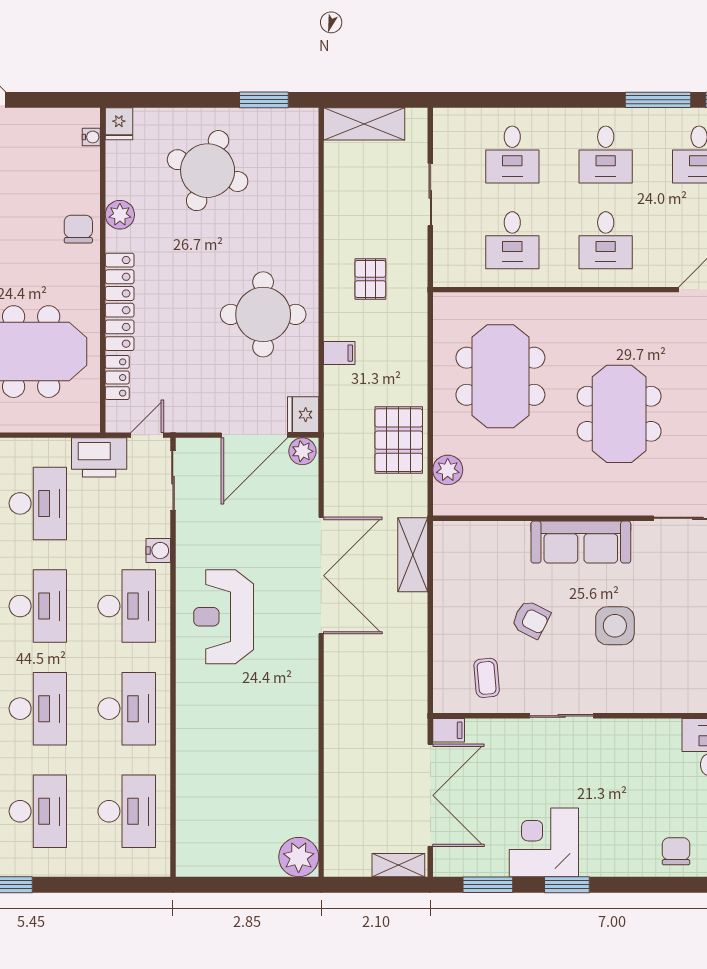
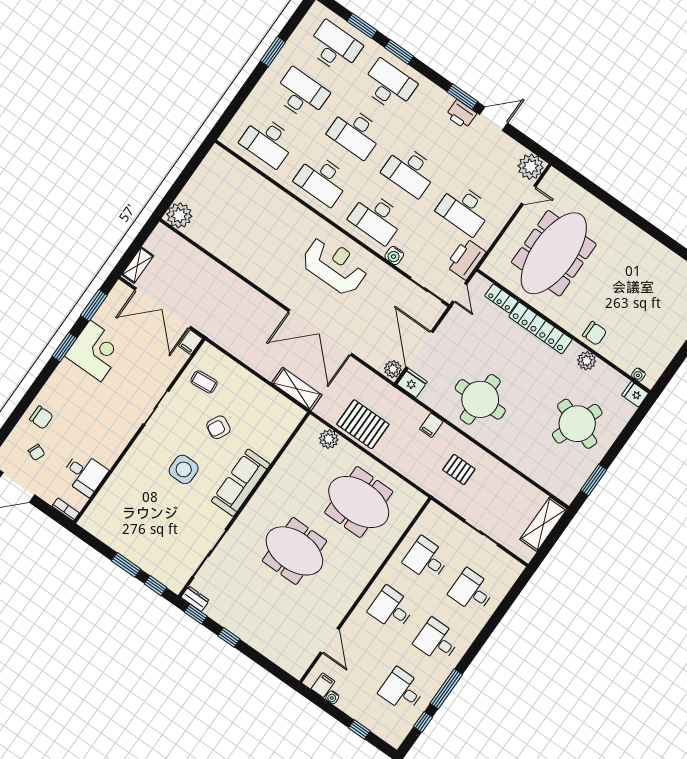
desk: (38, 811) -> (301, 94), turned 180

